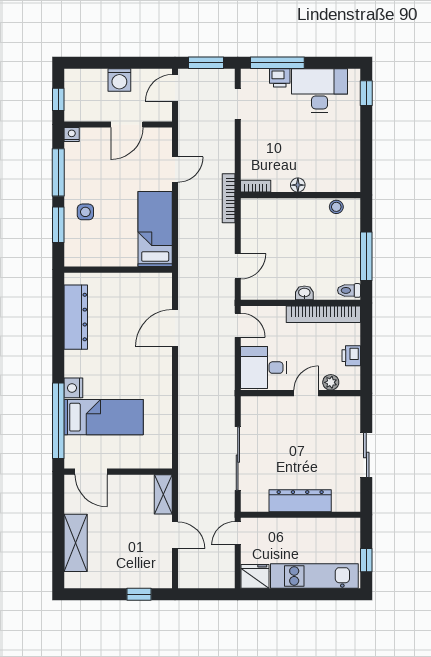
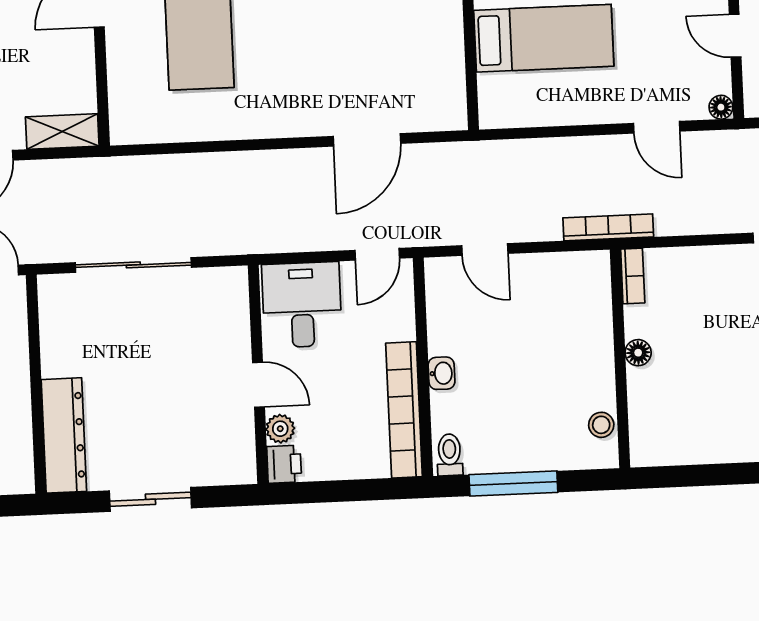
door: (127, 124) -> (735, 36), width x0.73
floor lamp: (166, 134) -> (721, 107), added
bed: (155, 229) -> (544, 38), moved
door: (175, 328) -> (367, 140), swing flipped
printer: (351, 356) -> (284, 464), moved, turned 90
dresser: (300, 501) -> (64, 435), moved

